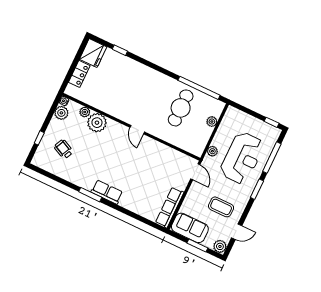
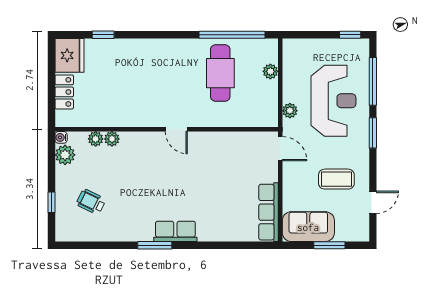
plant: (97, 123) -> (112, 139), width x0.53, depth x0.53
plant: (220, 246) -> (360, 232), removed

